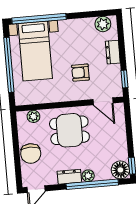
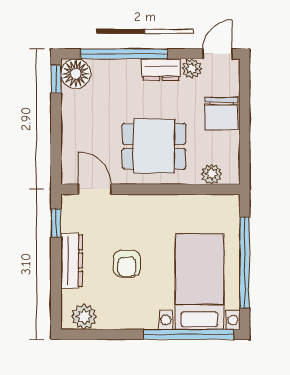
dresser: (113, 52) -> (72, 261), width x1.44
armchair: (80, 73) -> (127, 264), moved, turned 90
chair: (31, 154) -> (221, 113), turned 180
plant: (88, 176) -> (192, 69), moved

